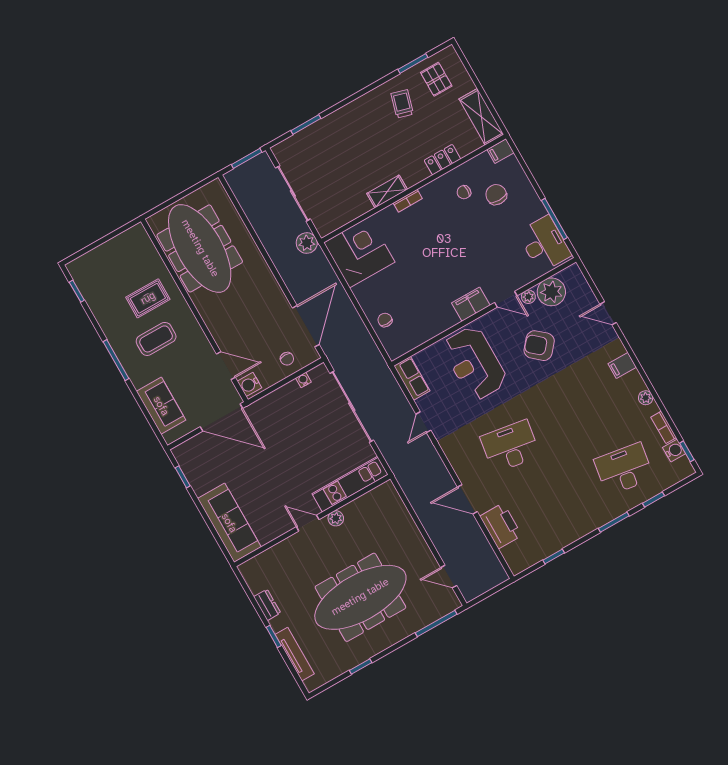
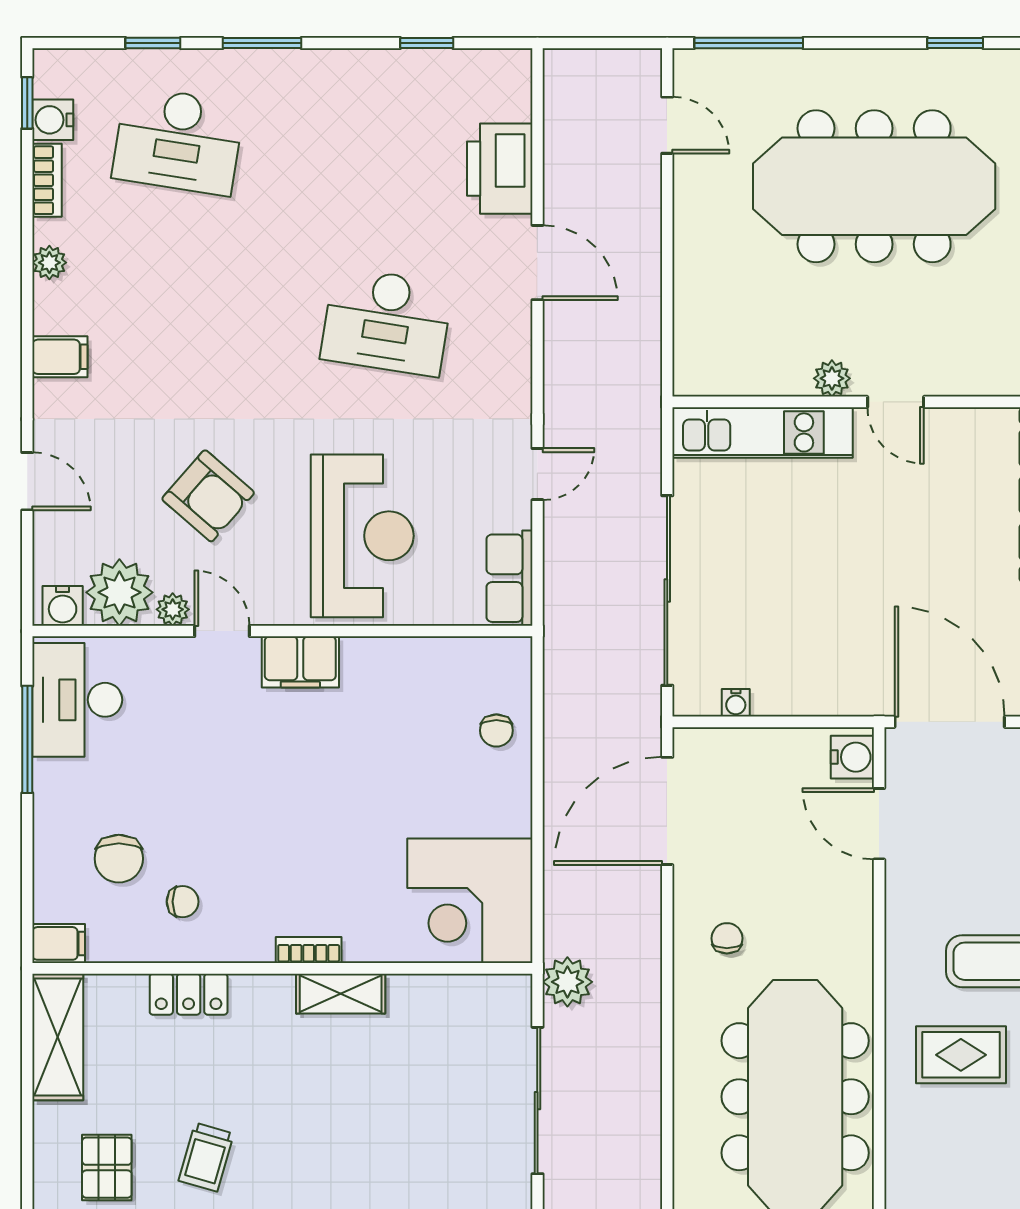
water cooler: (569, 275) -> (63, 606), added
chair: (287, 359) -> (727, 938), moved

